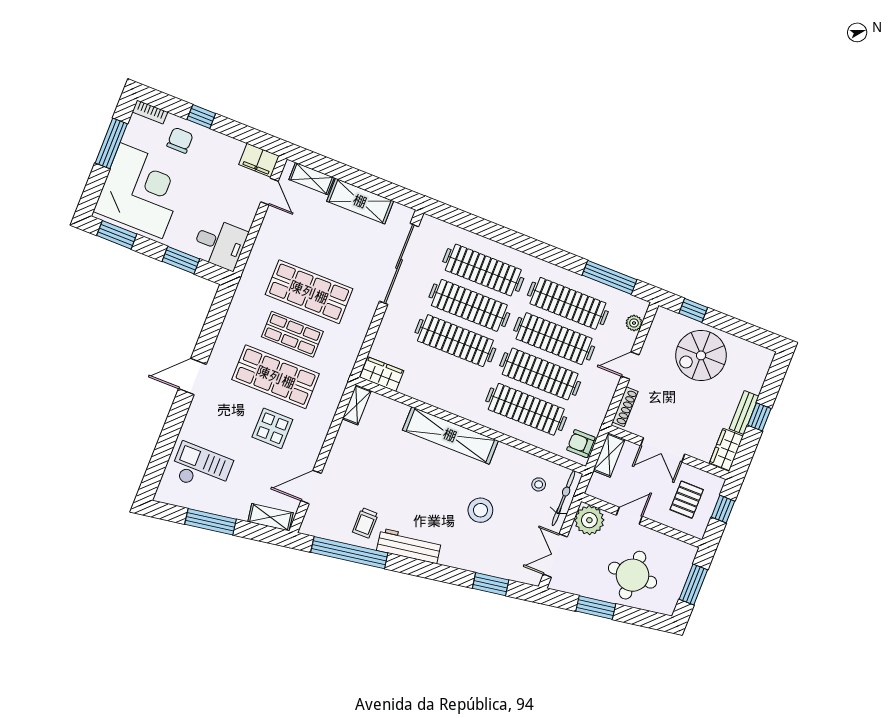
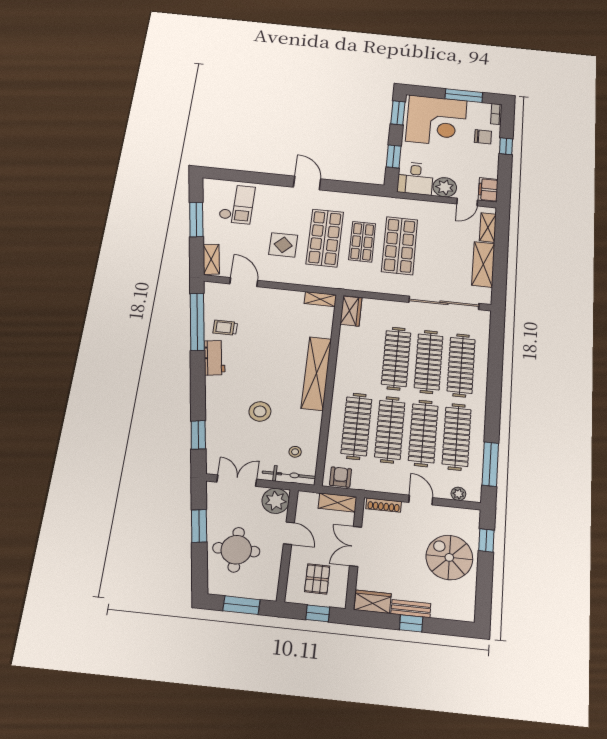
plant: (242, 212) -> (445, 187), added
pallet: (687, 500) -> (317, 579), turned 90
workbench: (409, 546) -> (214, 358), width x0.73

